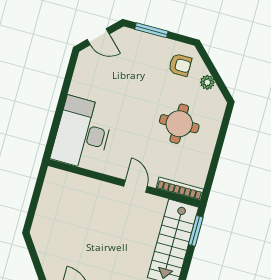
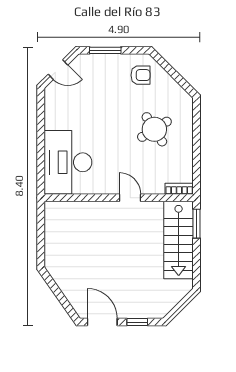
plant: (207, 82) -> (170, 84), removed
round table: (179, 124) -> (154, 129), turned -32
bookcase: (180, 189) -> (179, 189), width x0.64

